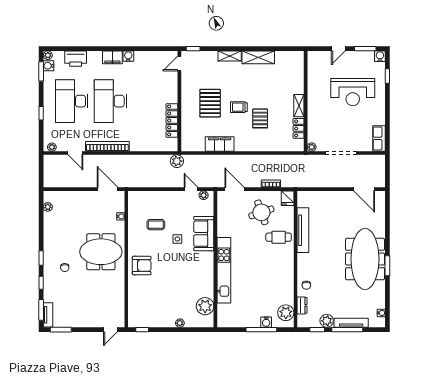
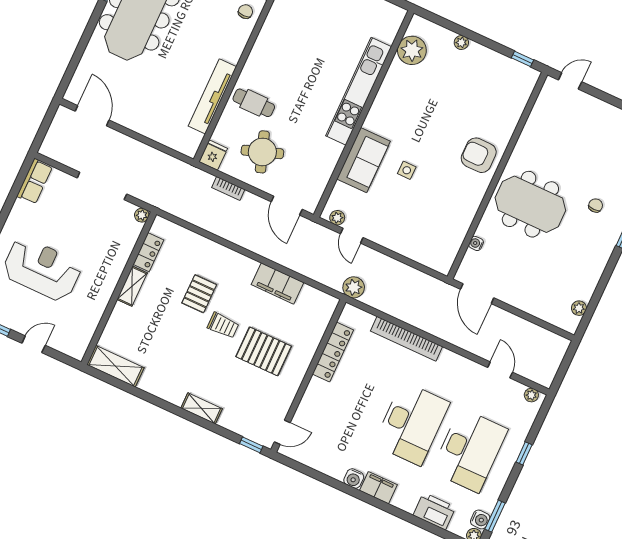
shelving: (258, 57) -> (115, 366), moved
pallet: (210, 103) -> (264, 351), turned 90
bookcase: (107, 146) -> (407, 339), moved
coffee table: (156, 225) -> (429, 207), removed

